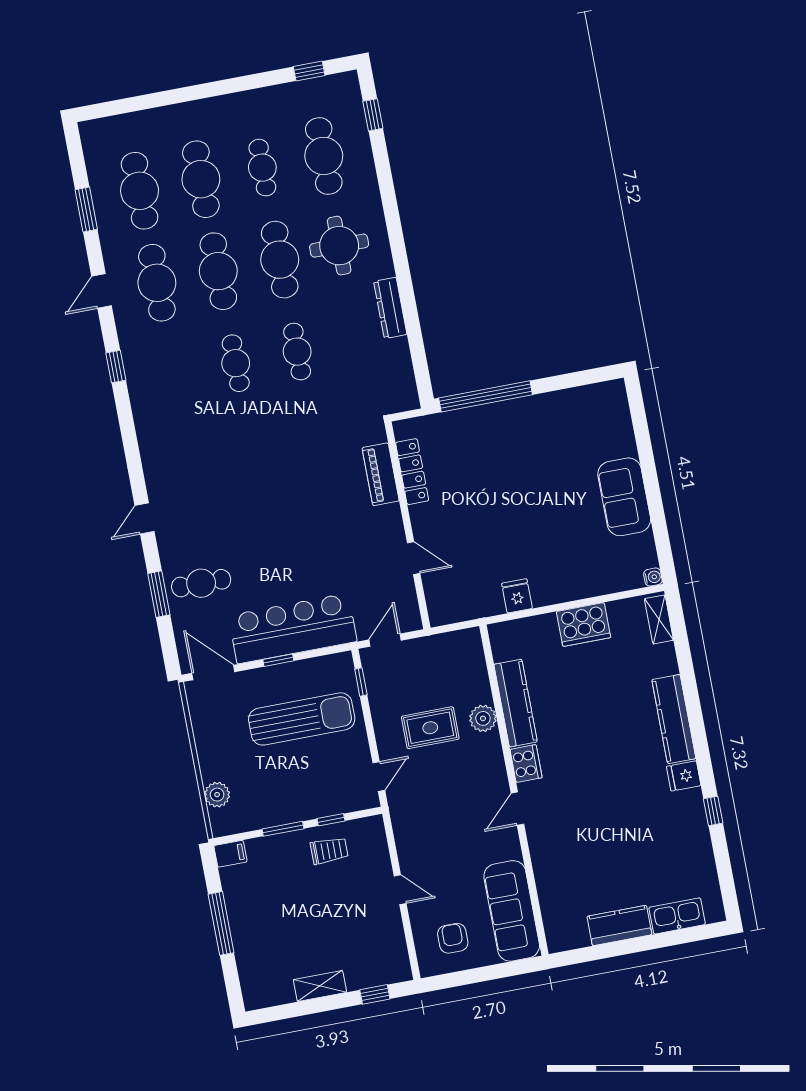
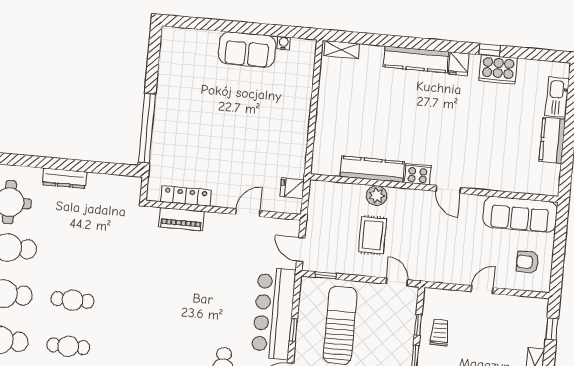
cafe table: (297, 352) -> (68, 346), moved
water cooler: (653, 577) -> (284, 43), moved
fridge: (517, 596) -> (292, 188), moved
cooker: (584, 625) -> (498, 70), moved, turned 90

